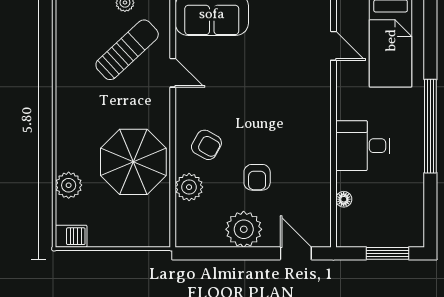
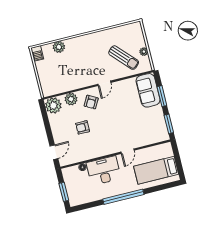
door: (333, 46) -> (128, 151), moved
door: (173, 73) -> (104, 83), moved
desk: (363, 146) -> (104, 171), width x1.37
parasol: (133, 162) -> (76, 72), removed
plant: (244, 229) -> (53, 105), moved

